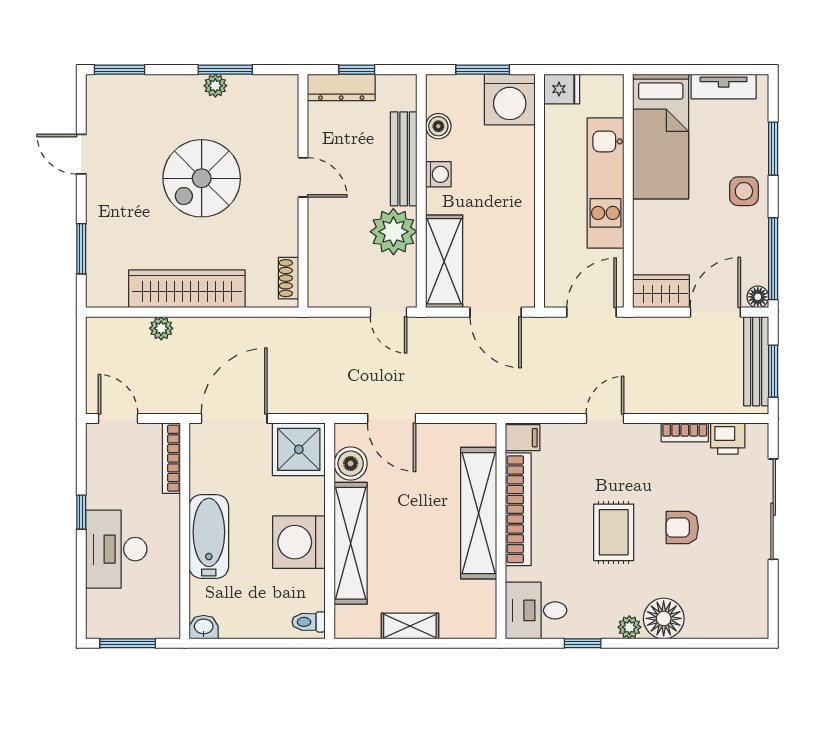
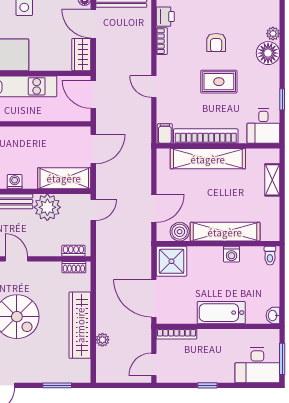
door: (303, 177) -> (16, 259), hinge flipped
shoe rack: (317, 277) -> (73, 251), added
washing machine: (299, 542) -> (232, 254), width x0.53, depth x0.53
desk: (116, 549) -> (257, 365), moved
shelving: (410, 626) -> (272, 180), moved
plant: (629, 627) -> (273, 34), moved

